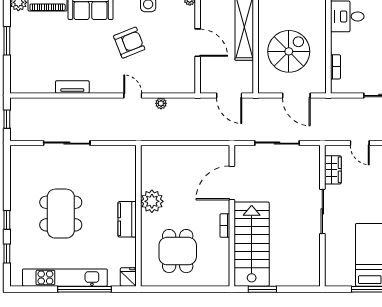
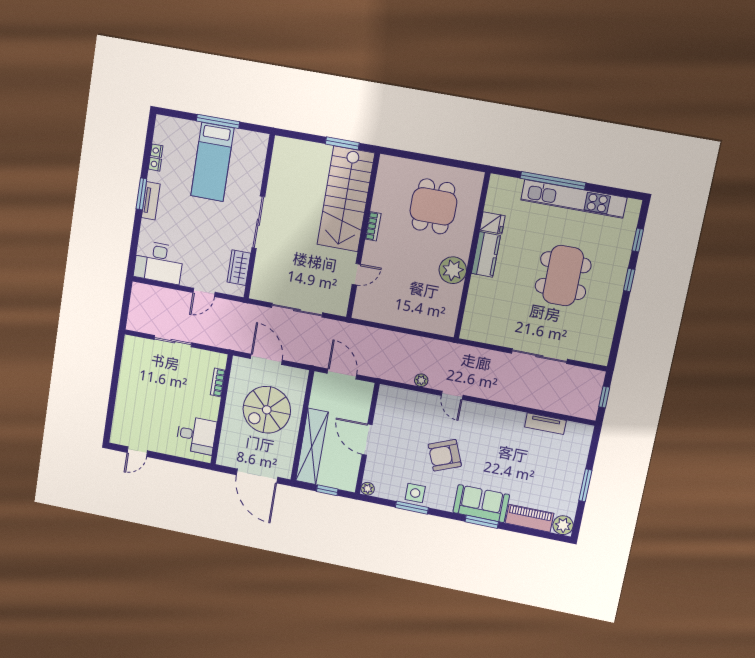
tv unit: (72, 87) -> (545, 424), moved
door: (360, 143) -> (204, 292), swing flipped
door: (232, 183) -> (356, 274), width x0.53
fridge: (128, 277) -> (492, 223), moved, turned -90

